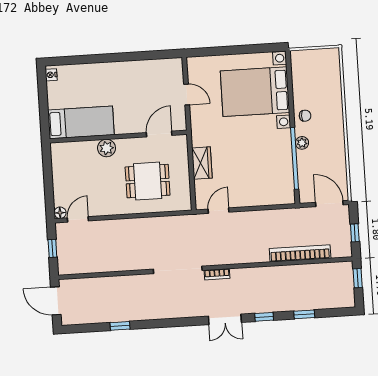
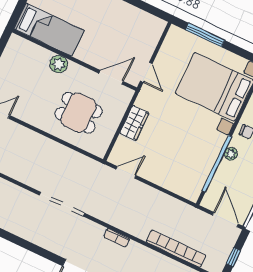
window: (221, 51) -> (205, 35), added
door: (187, 94) -> (146, 72), moved
bookcase: (217, 274) -> (117, 238), moved

